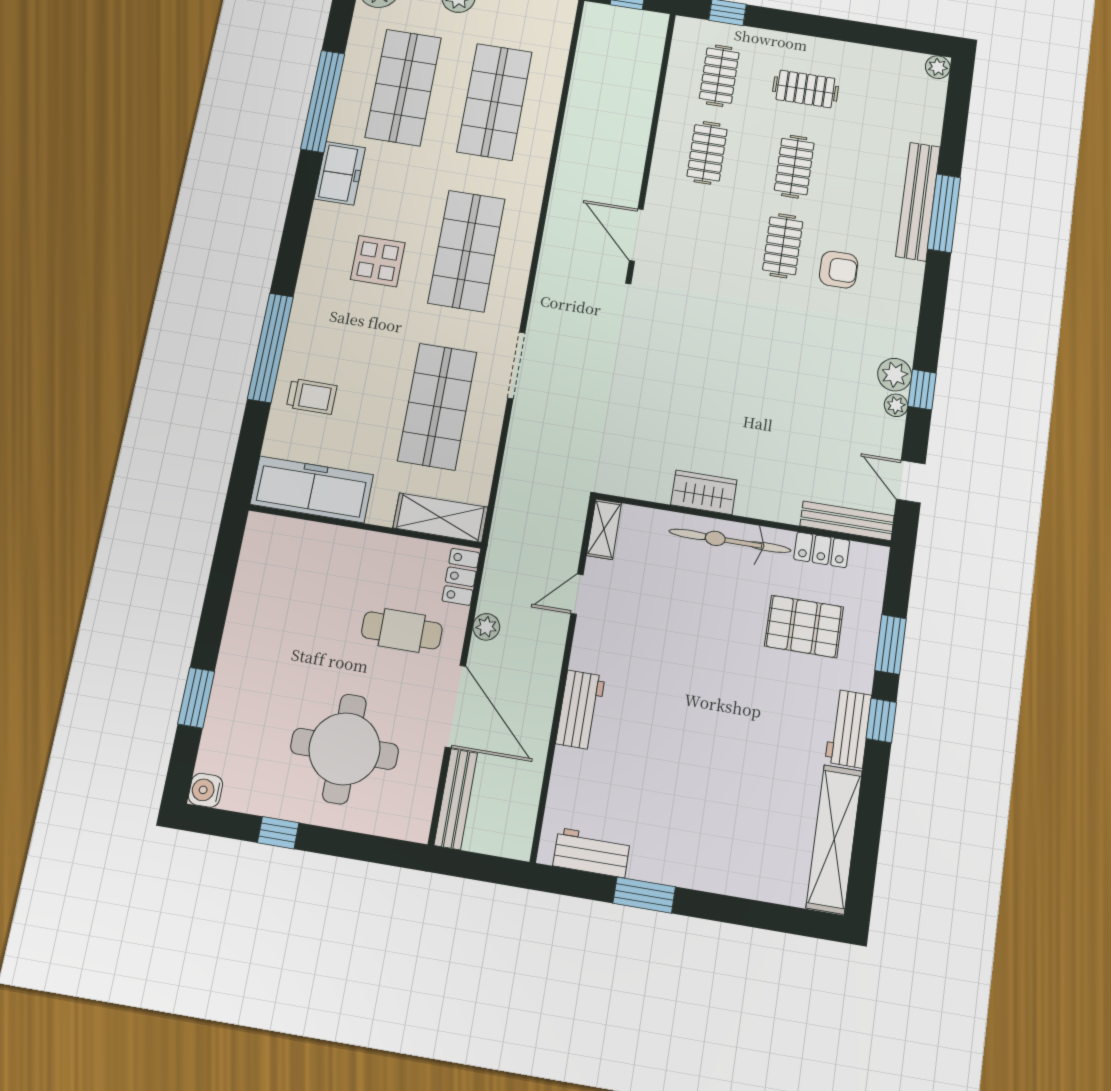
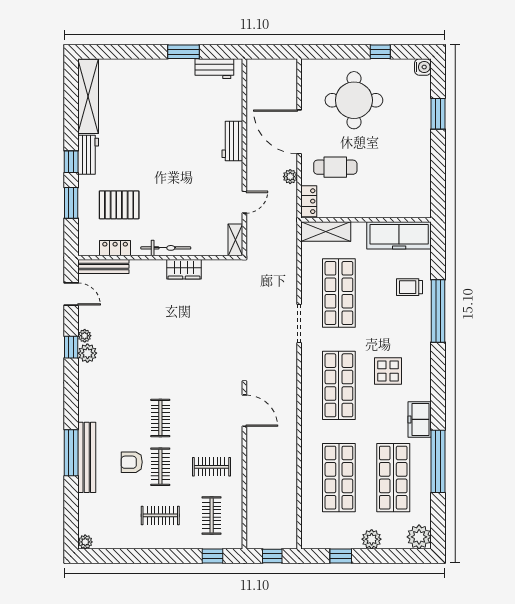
clothes rail: (707, 153) -> (212, 467), turned 90
armchair: (839, 270) -> (132, 462), moved
bicycle: (730, 541) -> (166, 248), width x0.73, depth x0.71
bench: (456, 799) -> (290, 84), removed

